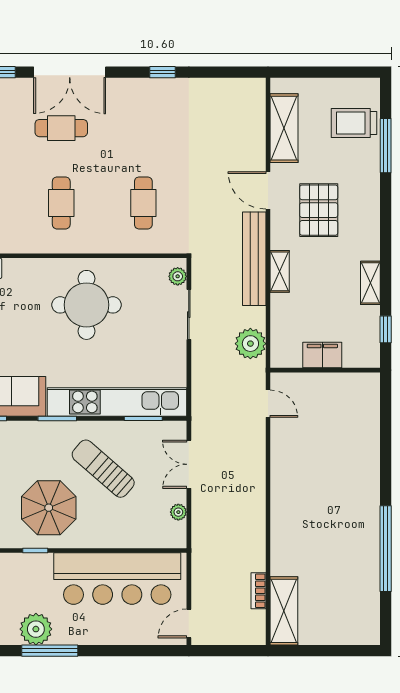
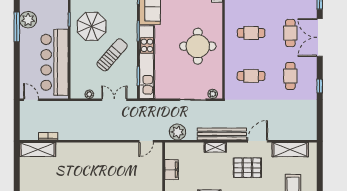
cafe table: (143, 128) -> (290, 76), added

